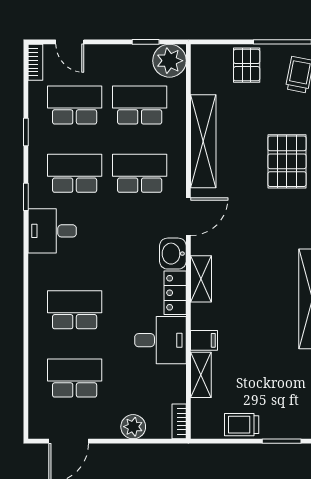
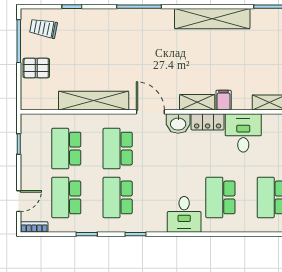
plant: (169, 61) -> (33, 126), removed
pallet: (287, 161) -> (109, 38), removed
desk: (52, 231) -> (184, 214), moved
filing cabinet: (204, 340) -> (224, 100), moved

